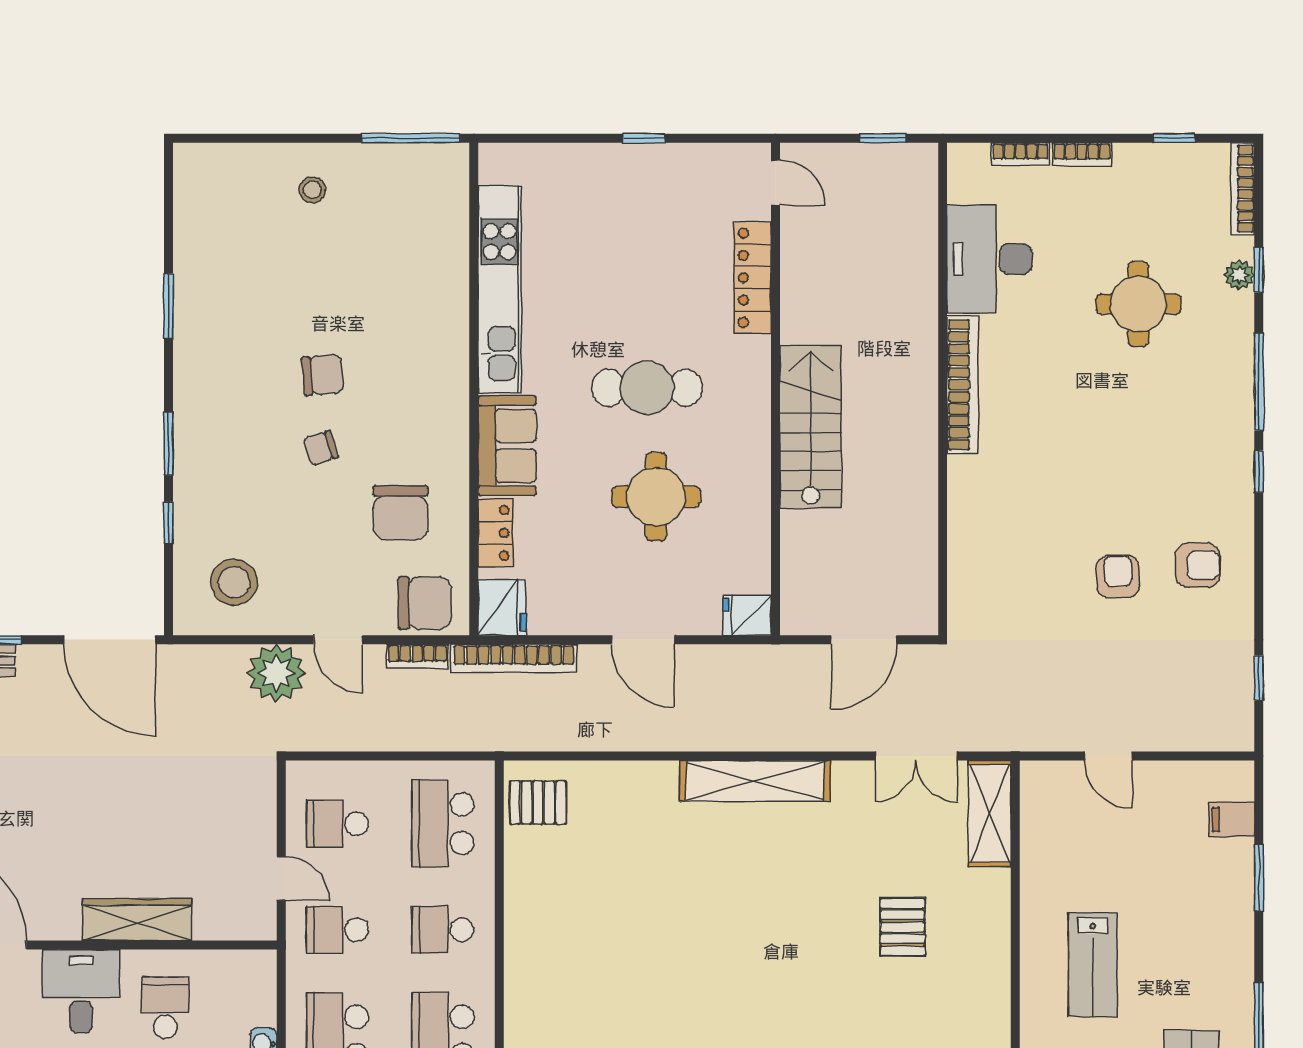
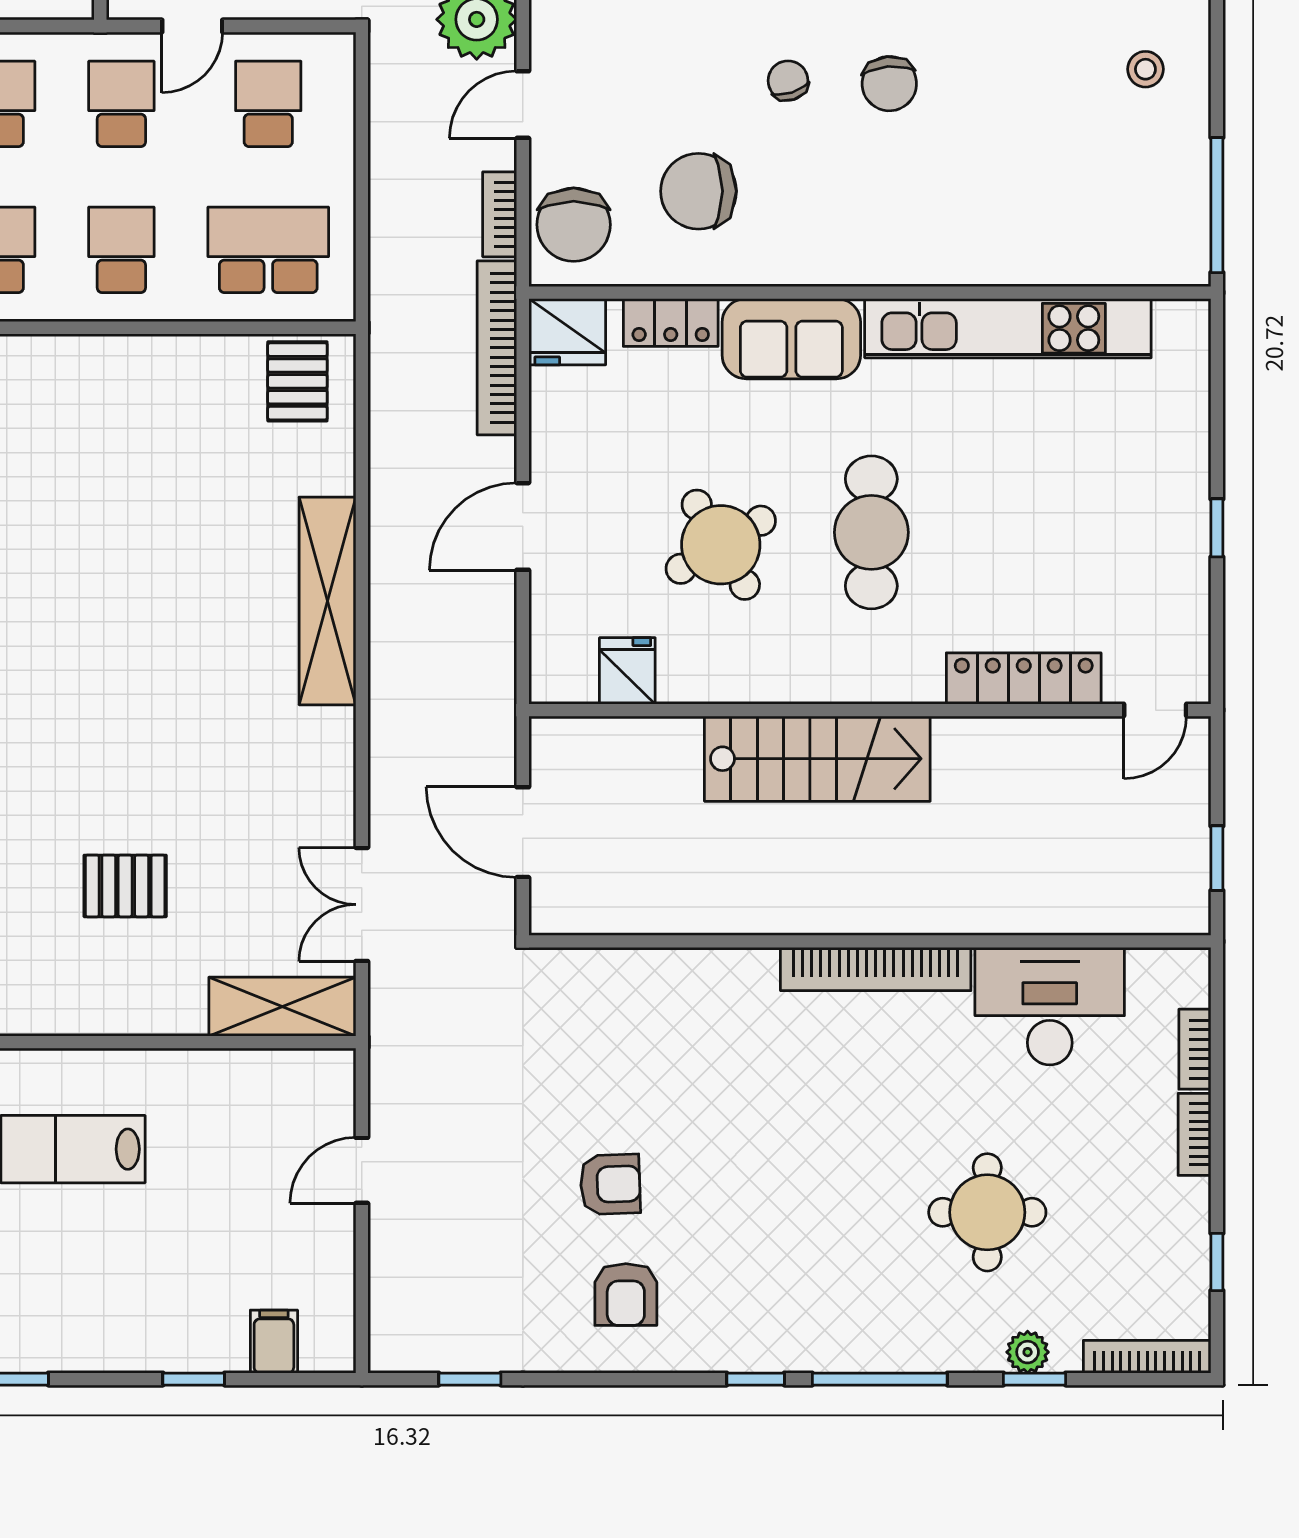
round table: (656, 497) -> (721, 545), turned -31
fridge: (747, 615) -> (627, 671), moved
shelving: (755, 781) -> (327, 601), moved
window: (1259, 877) -> (194, 1379), width x0.67

